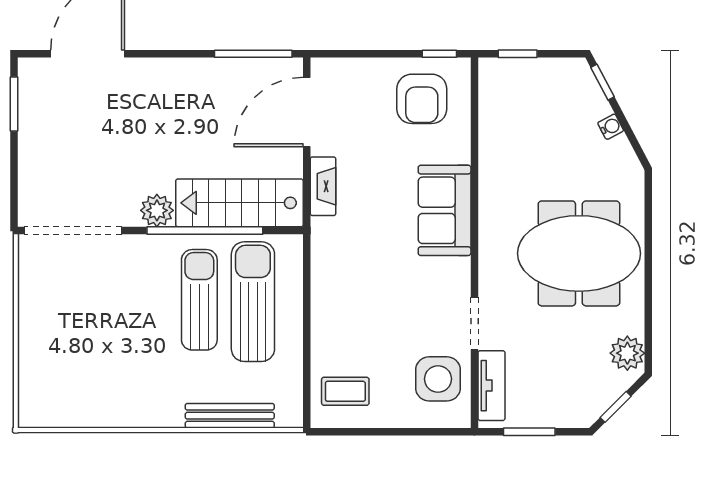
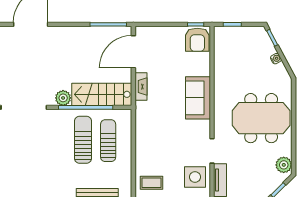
armchair: (422, 99) -> (197, 40), moved
sun lounger: (253, 302) -> (108, 141), width x0.73, depth x0.75

